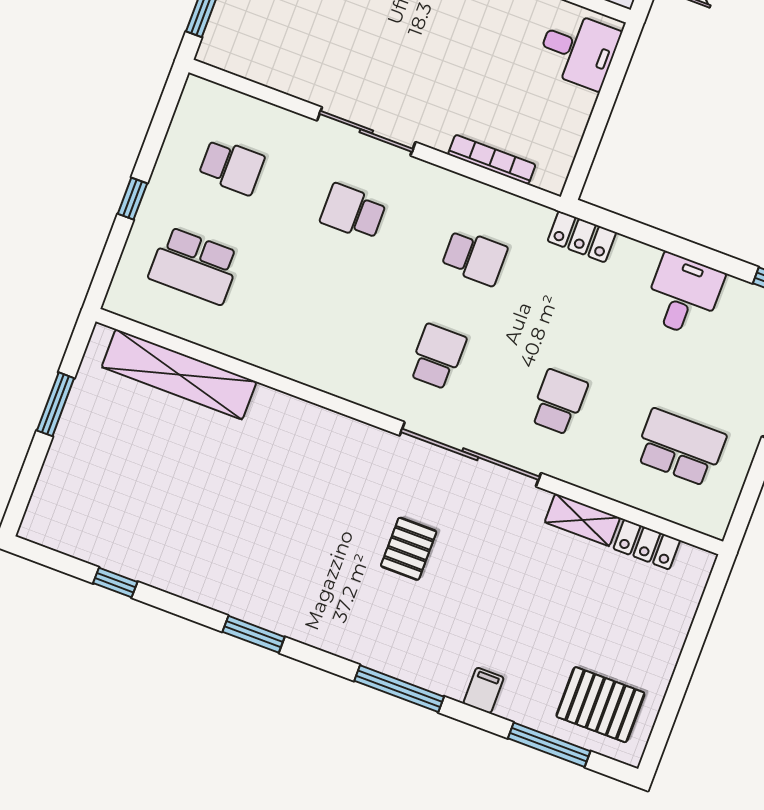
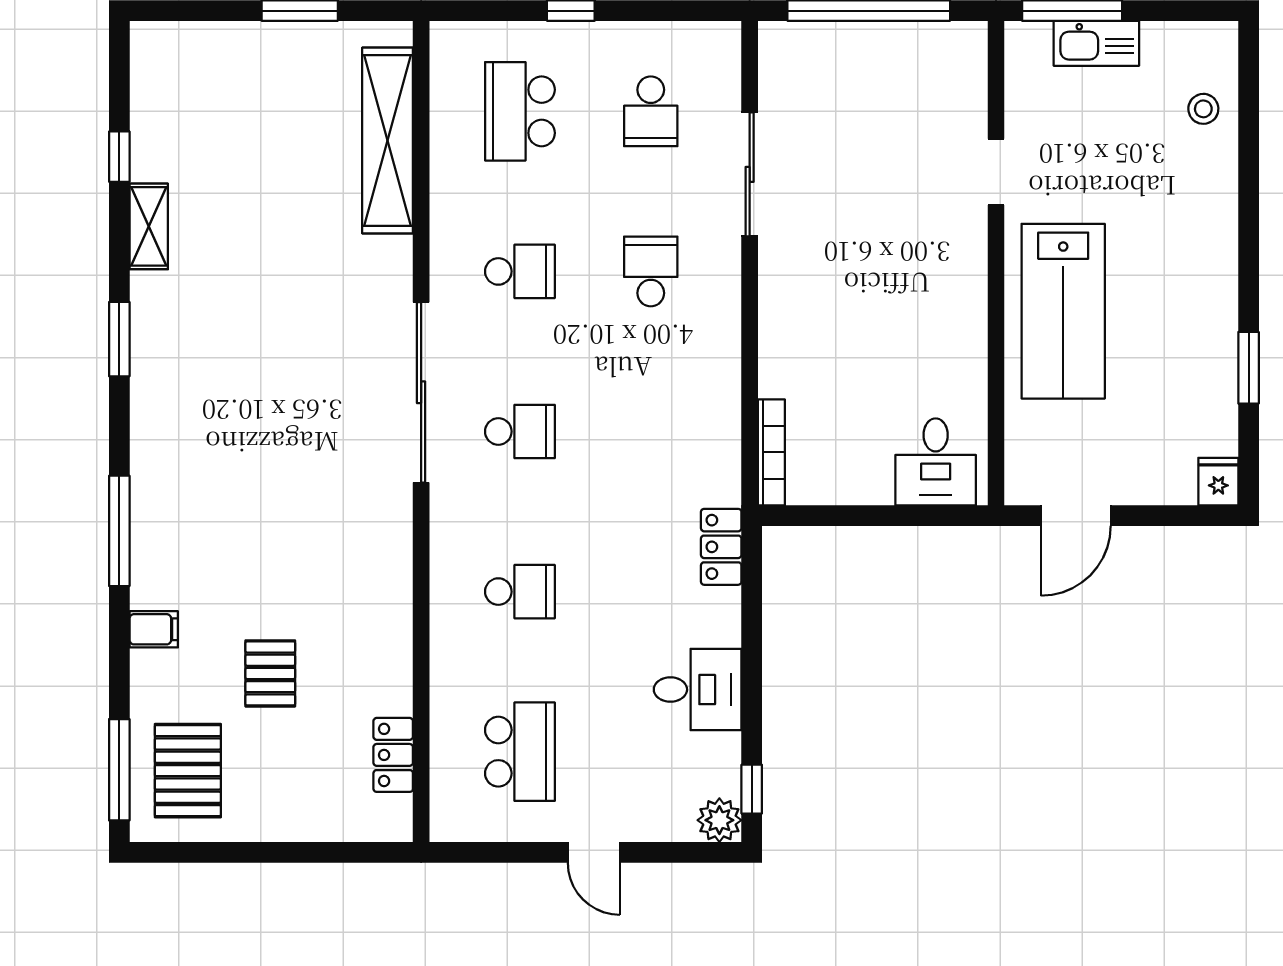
sliding door: (366, 131) -> (750, 174), moved
bookcase: (492, 159) -> (771, 452), moved
school desk: (474, 257) -> (520, 271), moved, turned -90
sliding door: (470, 454) -> (421, 392), moved
shelving: (582, 520) -> (149, 226), moved
pallet: (409, 549) -> (270, 673), moved, turned 90
window: (549, 745) -> (119, 770), moved

